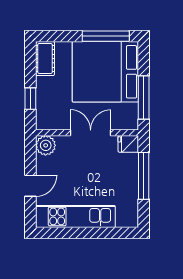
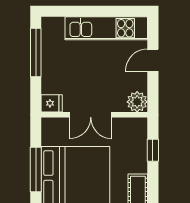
window: (144, 98) -> (36, 170), moved
window: (144, 176) -> (36, 53), moved

